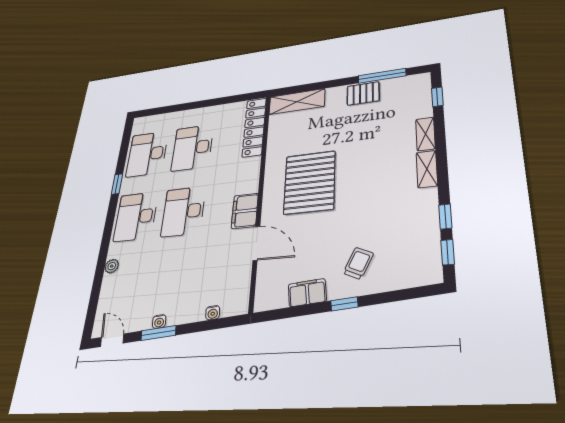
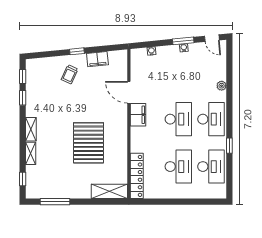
pallet: (363, 93) -> (67, 190), removed
pallet: (310, 182) -> (88, 143), moved

